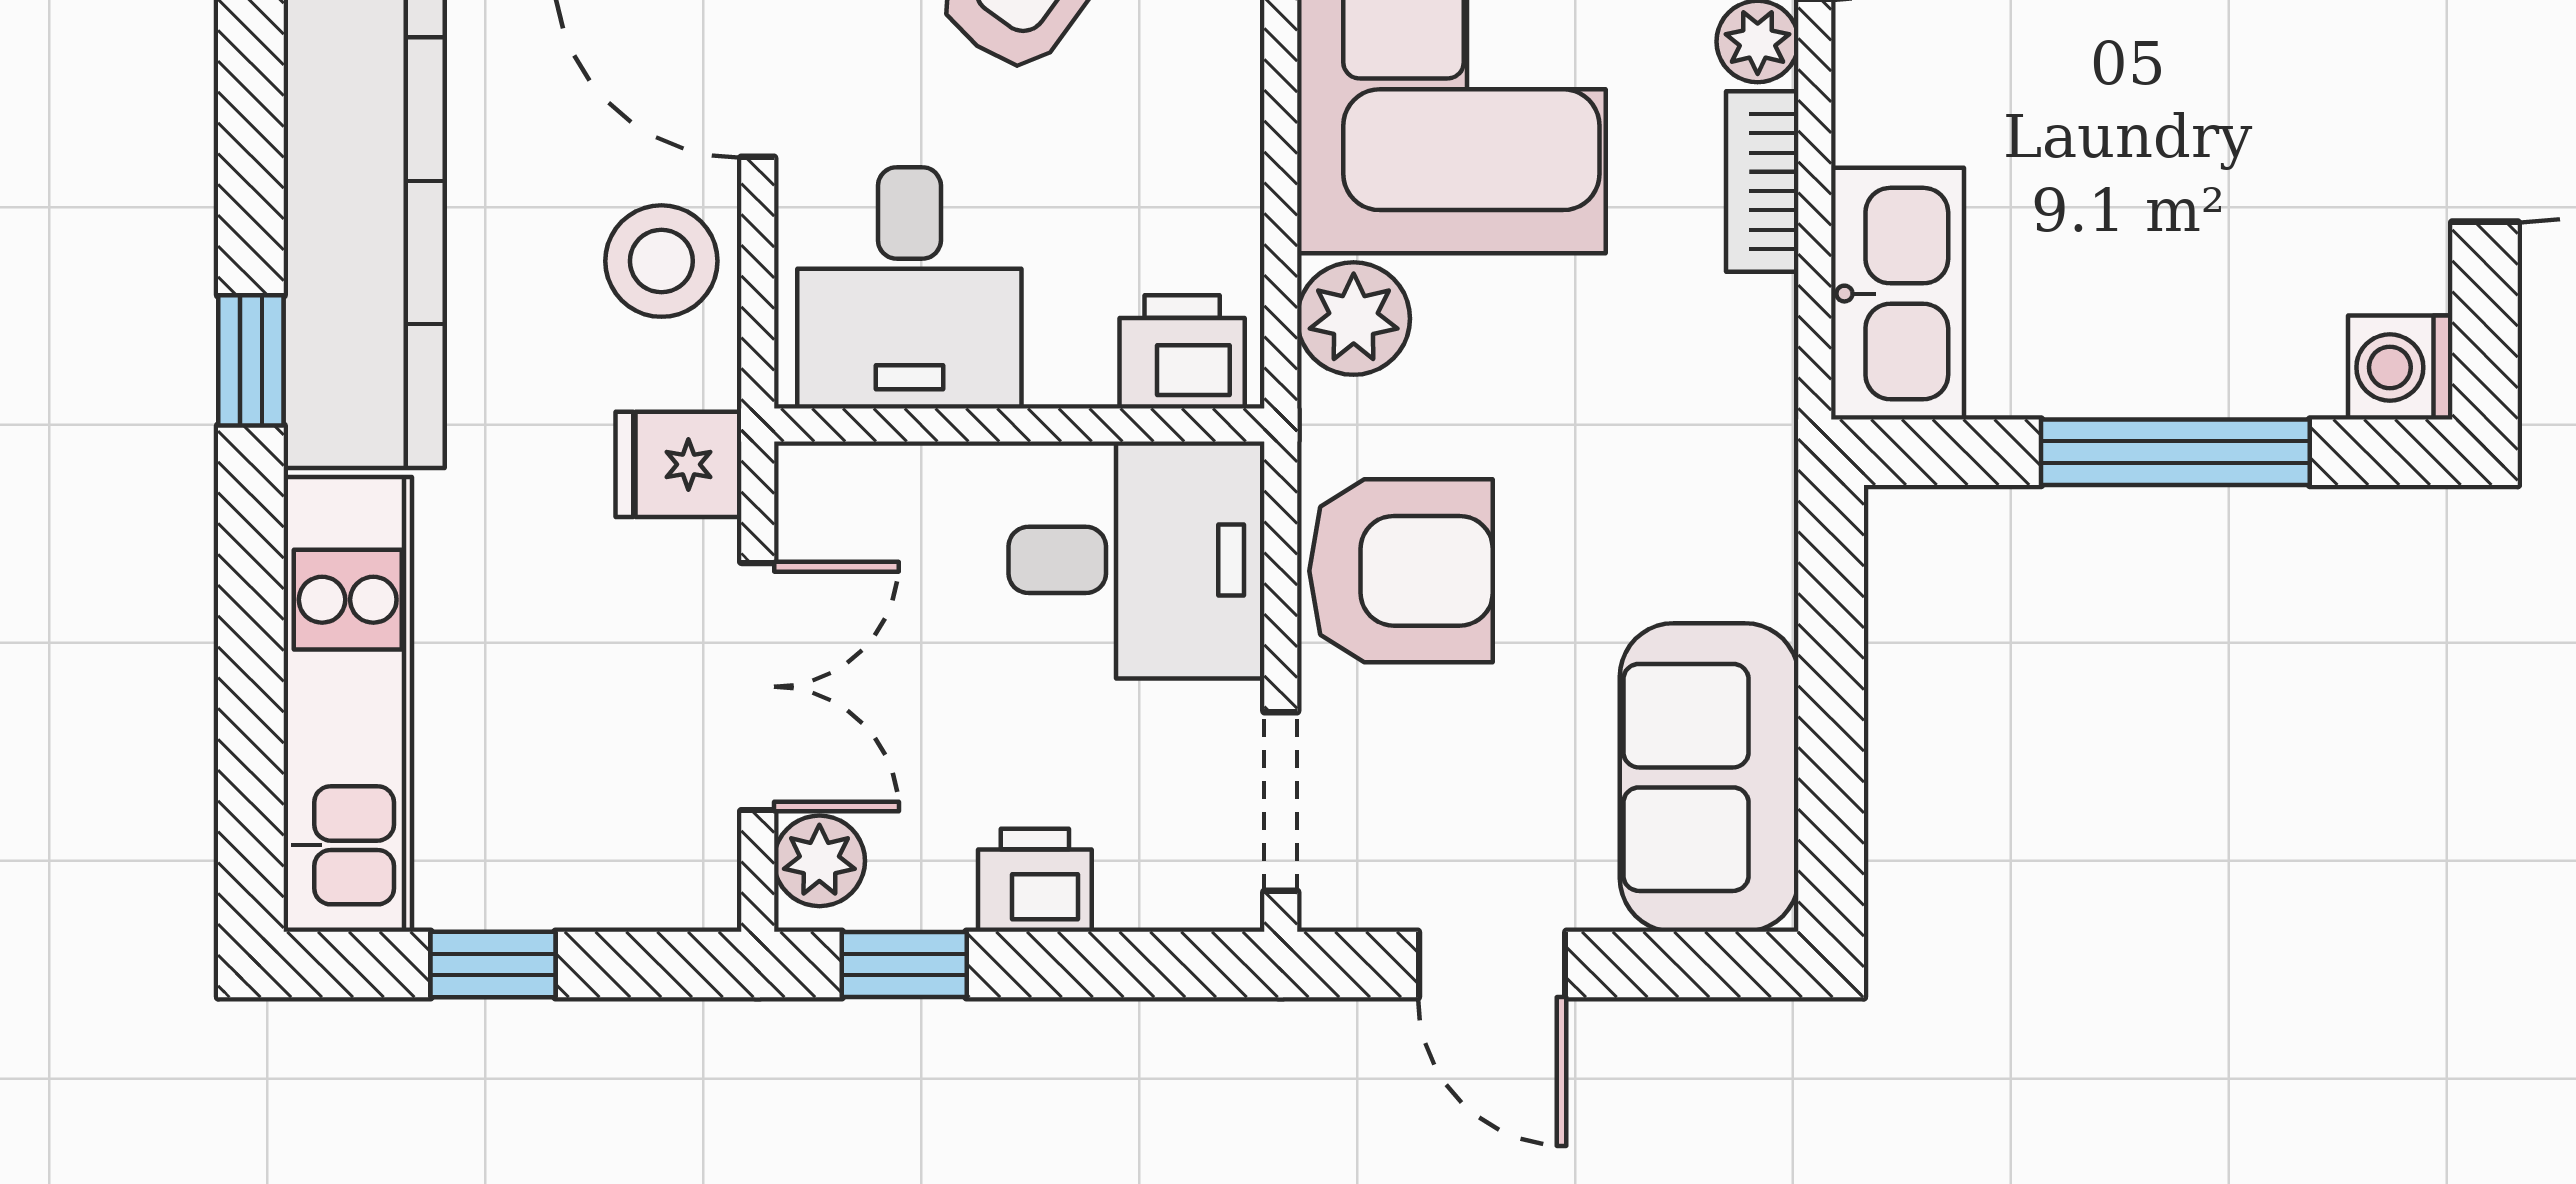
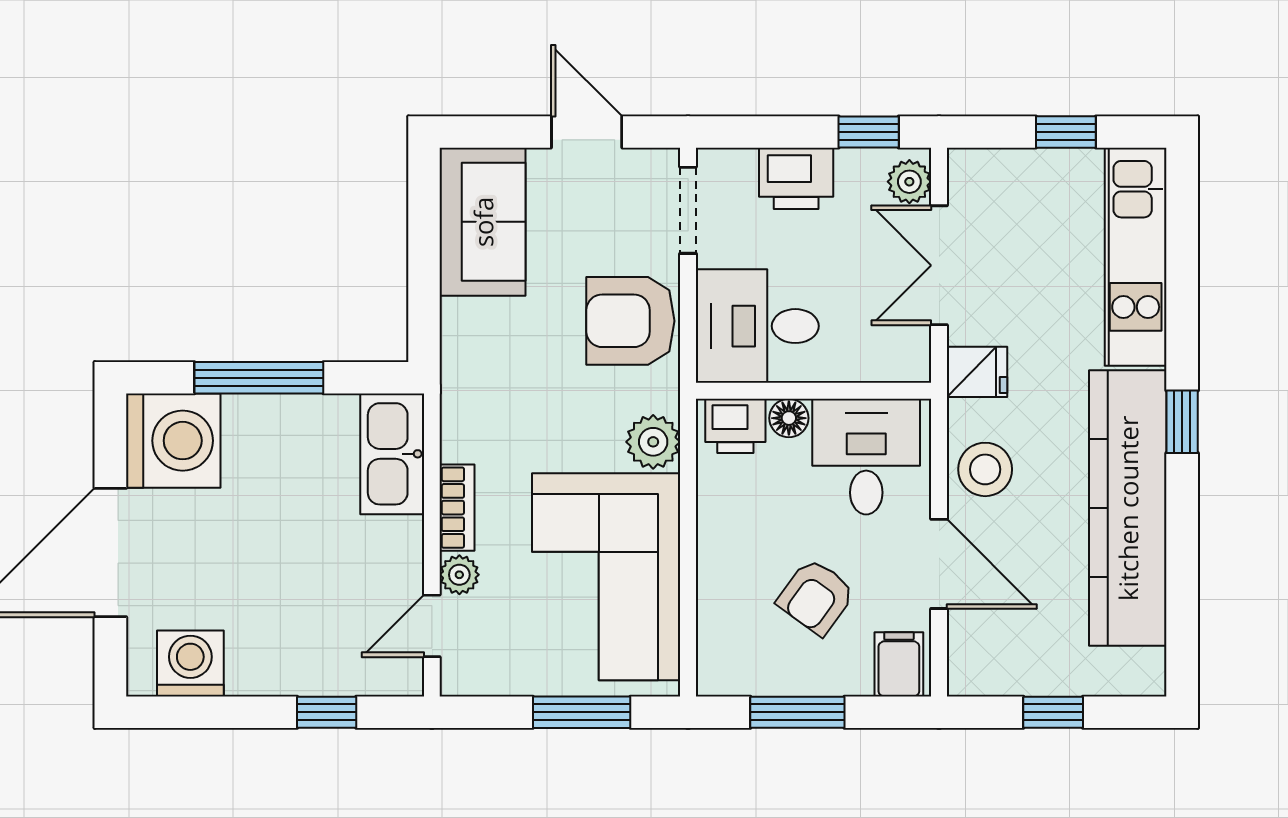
washing machine: (2400, 367) -> (173, 441), width x1.89, depth x1.89
floor lamp: (1071, 368) -> (789, 418), added
printer: (1035, 880) -> (796, 178), width x1.36, depth x1.24

